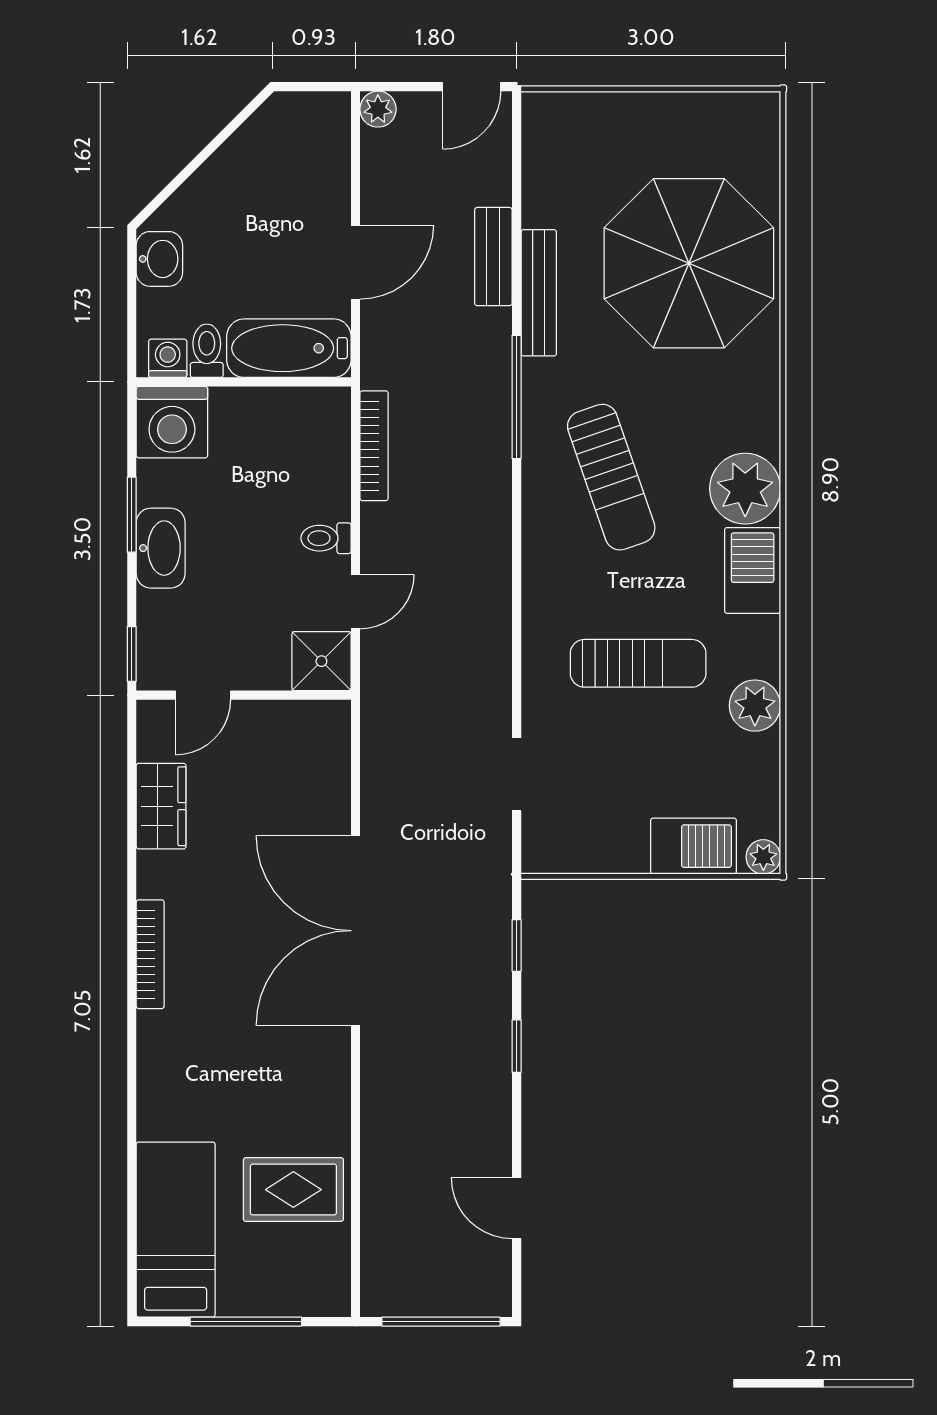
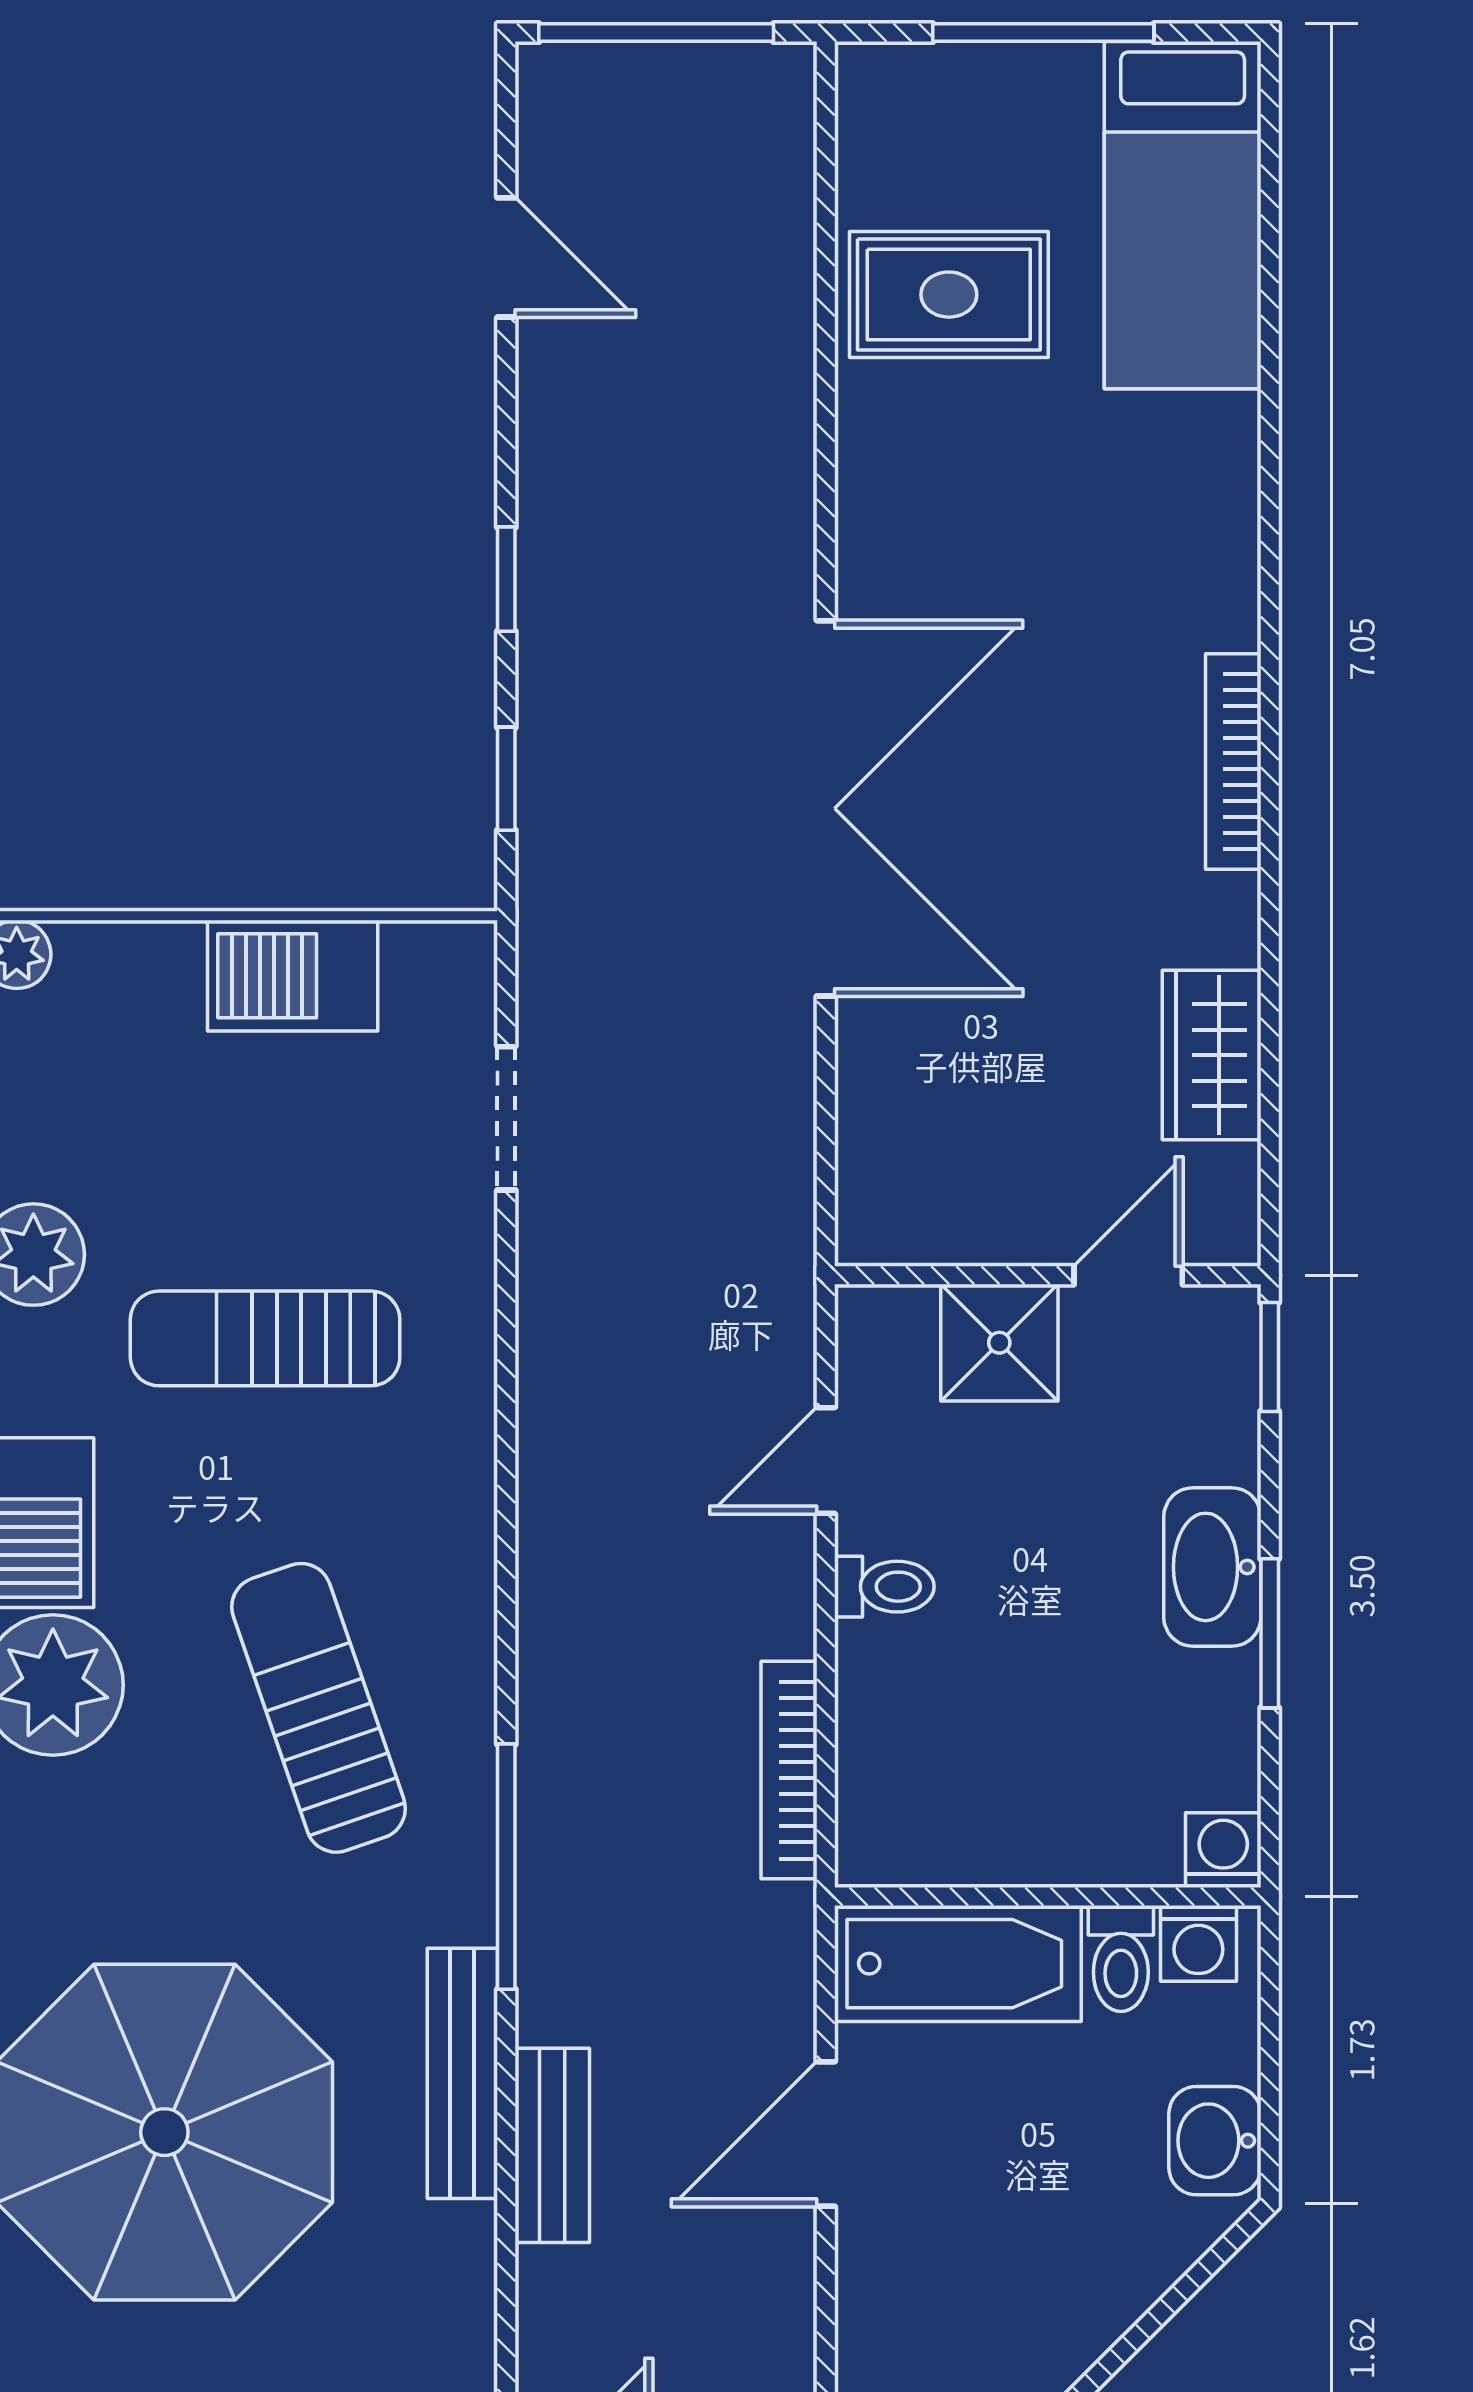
washing machine: (172, 422) -> (1223, 1850), width x0.53, depth x0.53
shower: (321, 661) -> (999, 1343), moved
barbecue: (694, 846) -> (293, 976), moved

